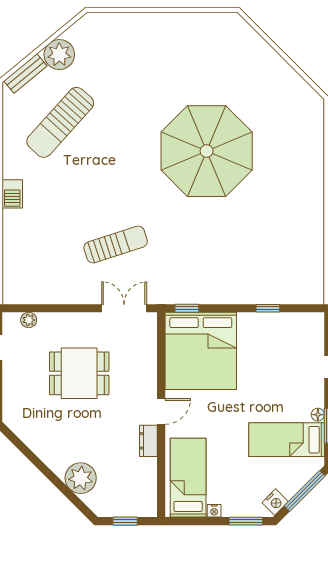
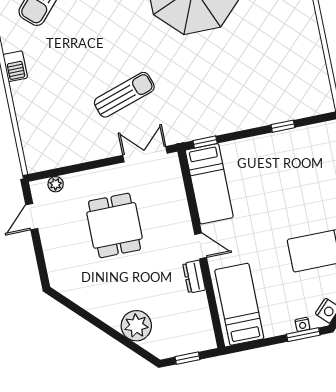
bed: (201, 351) -> (209, 184), width x0.49
dining table: (79, 373) -> (115, 225), turned 90
door: (161, 411) -> (201, 246), hinge flipped
nightstand: (214, 511) -> (302, 324), moved

